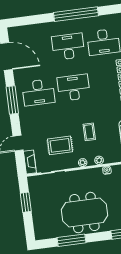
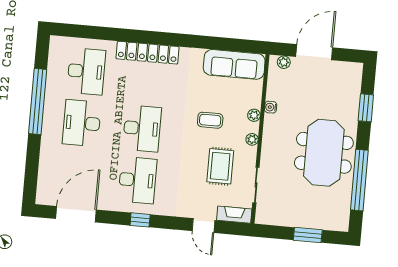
desk: (74, 88) -> (142, 128), turned 180
window: (12, 100) -> (140, 220), width x0.46
window: (26, 202) -> (308, 235), moved
window: (72, 240) -> (359, 180), width x1.46

